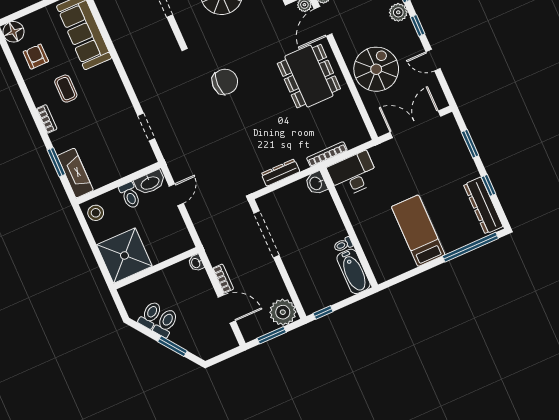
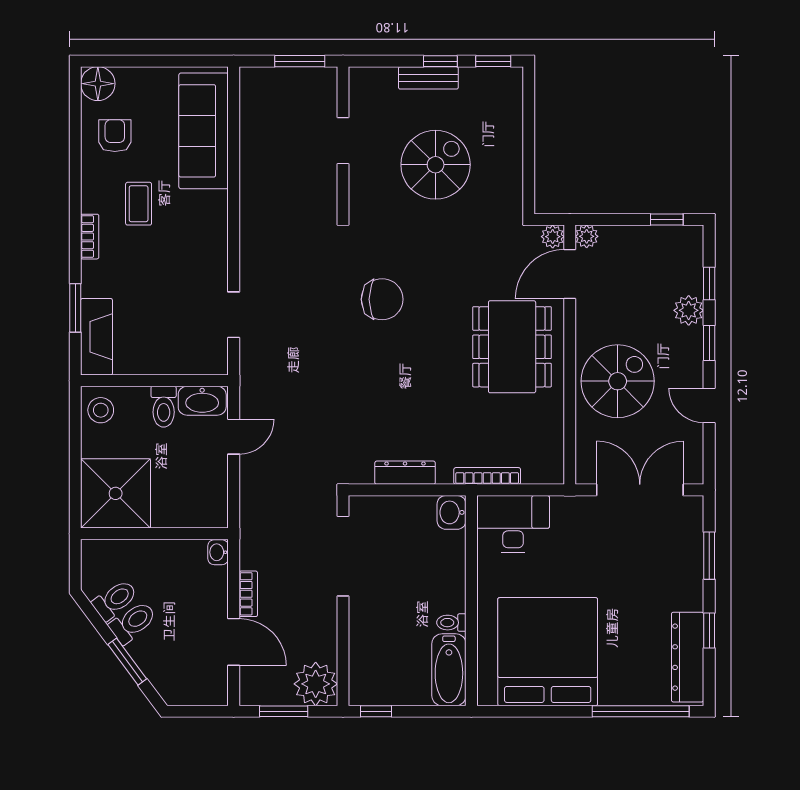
bed: (418, 231) -> (548, 652), width x2.04

